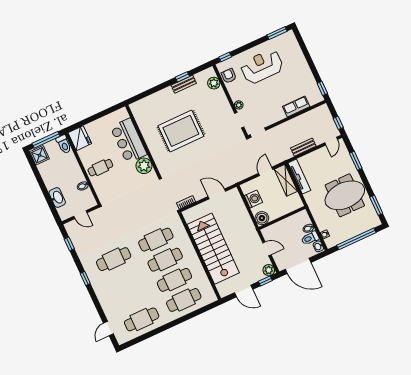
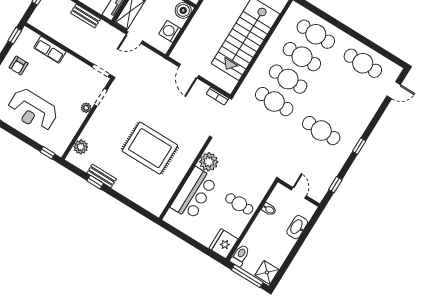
armchair: (229, 76) -> (19, 65), moved

